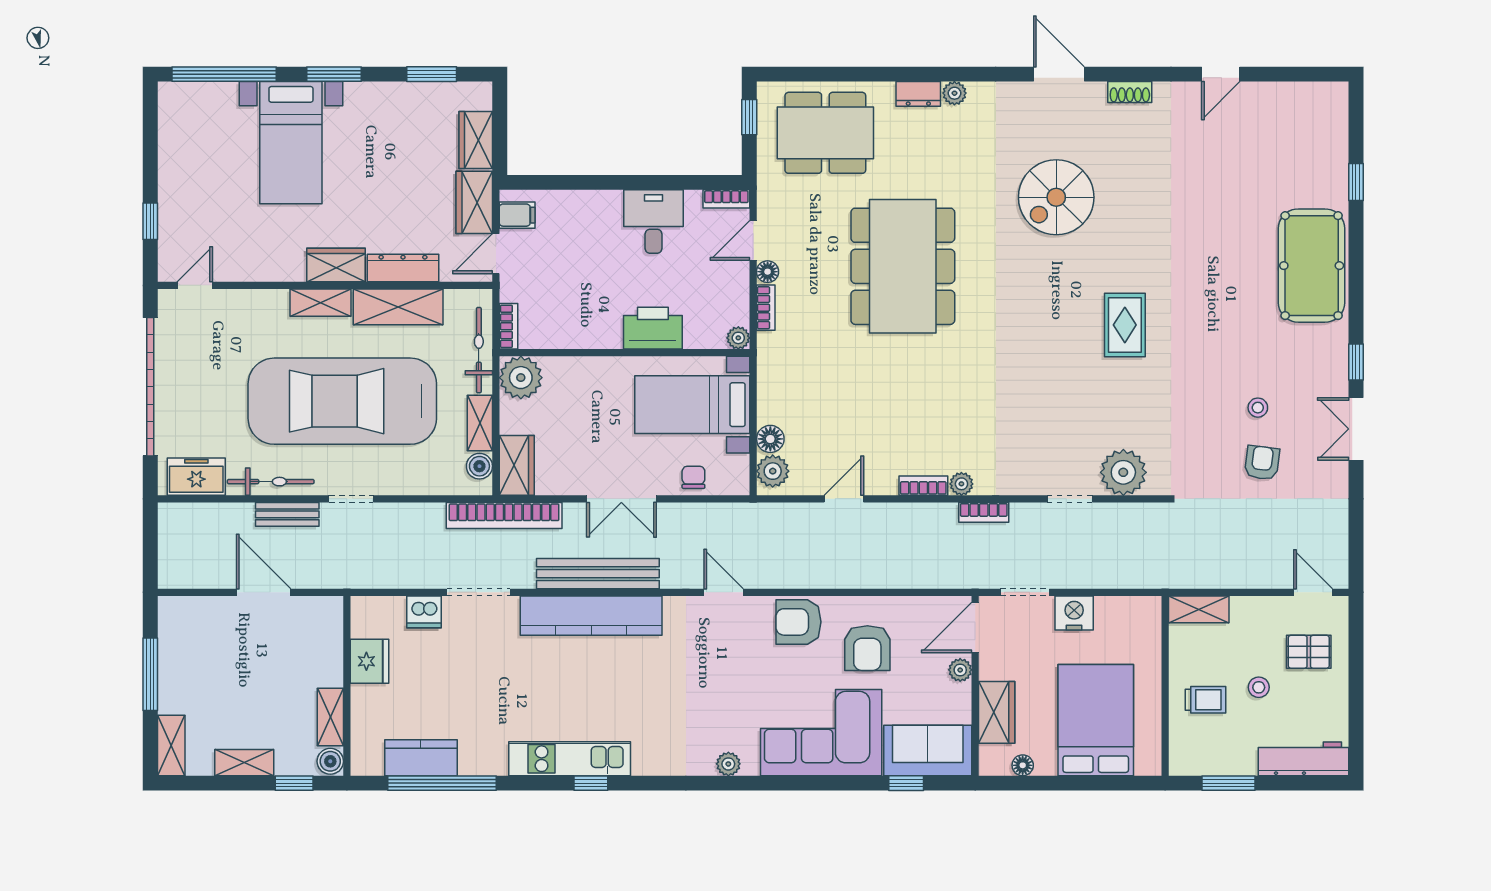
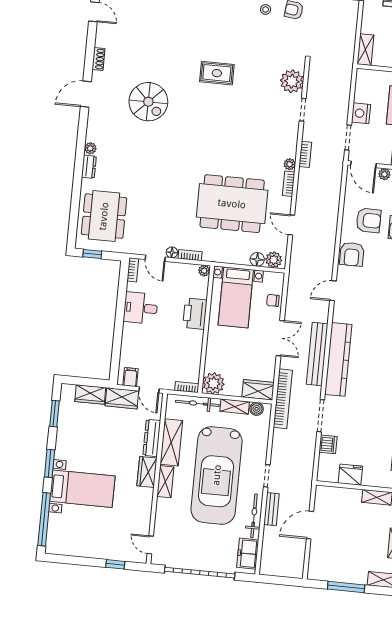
dining table: (903, 266) -> (232, 204), moved

